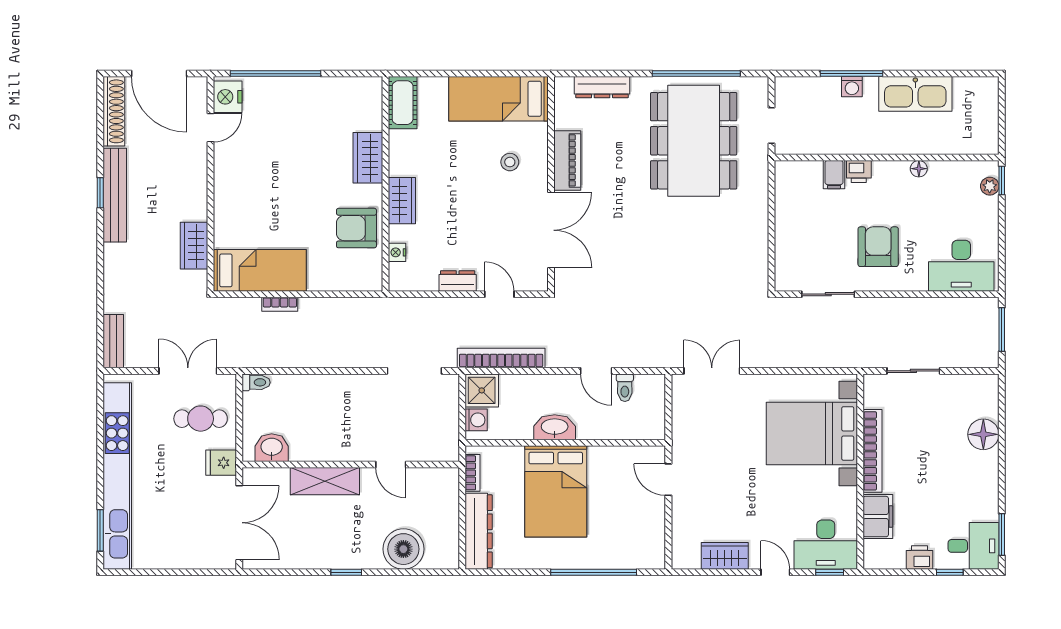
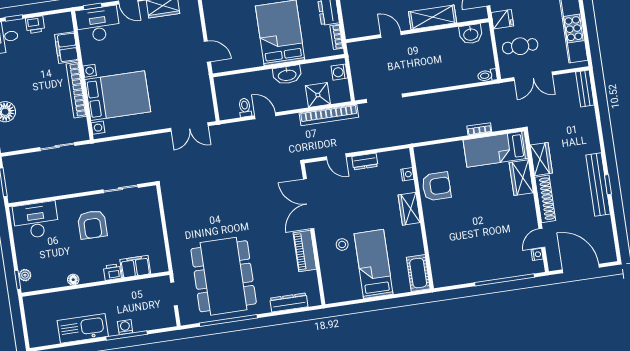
nightstand: (228, 97) -> (537, 254), width x0.53, depth x0.56
bed: (498, 99) -> (374, 264), moved, turned -90
shoe rack: (114, 111) -> (545, 199), moved, turned 180
wardrobe: (368, 158) -> (521, 178), moved, turned 180
filing cabinet: (834, 175) -> (135, 267), width x2.00
shower: (482, 390) -> (318, 95), moved

